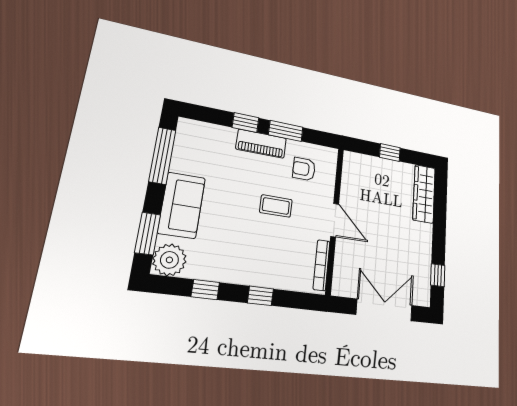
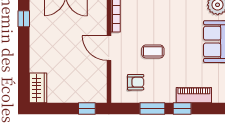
piano: (261, 144) -> (194, 95), moved
window: (390, 152) -> (87, 108), moved
wardrobe: (424, 194) -> (38, 88), width x0.67

